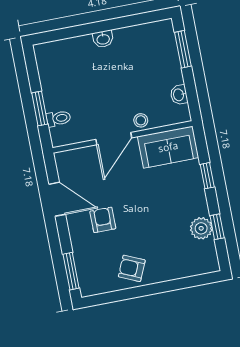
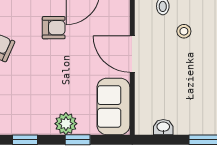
stool: (141, 120) -> (184, 31), moved
plant: (201, 228) -> (66, 124), moved

